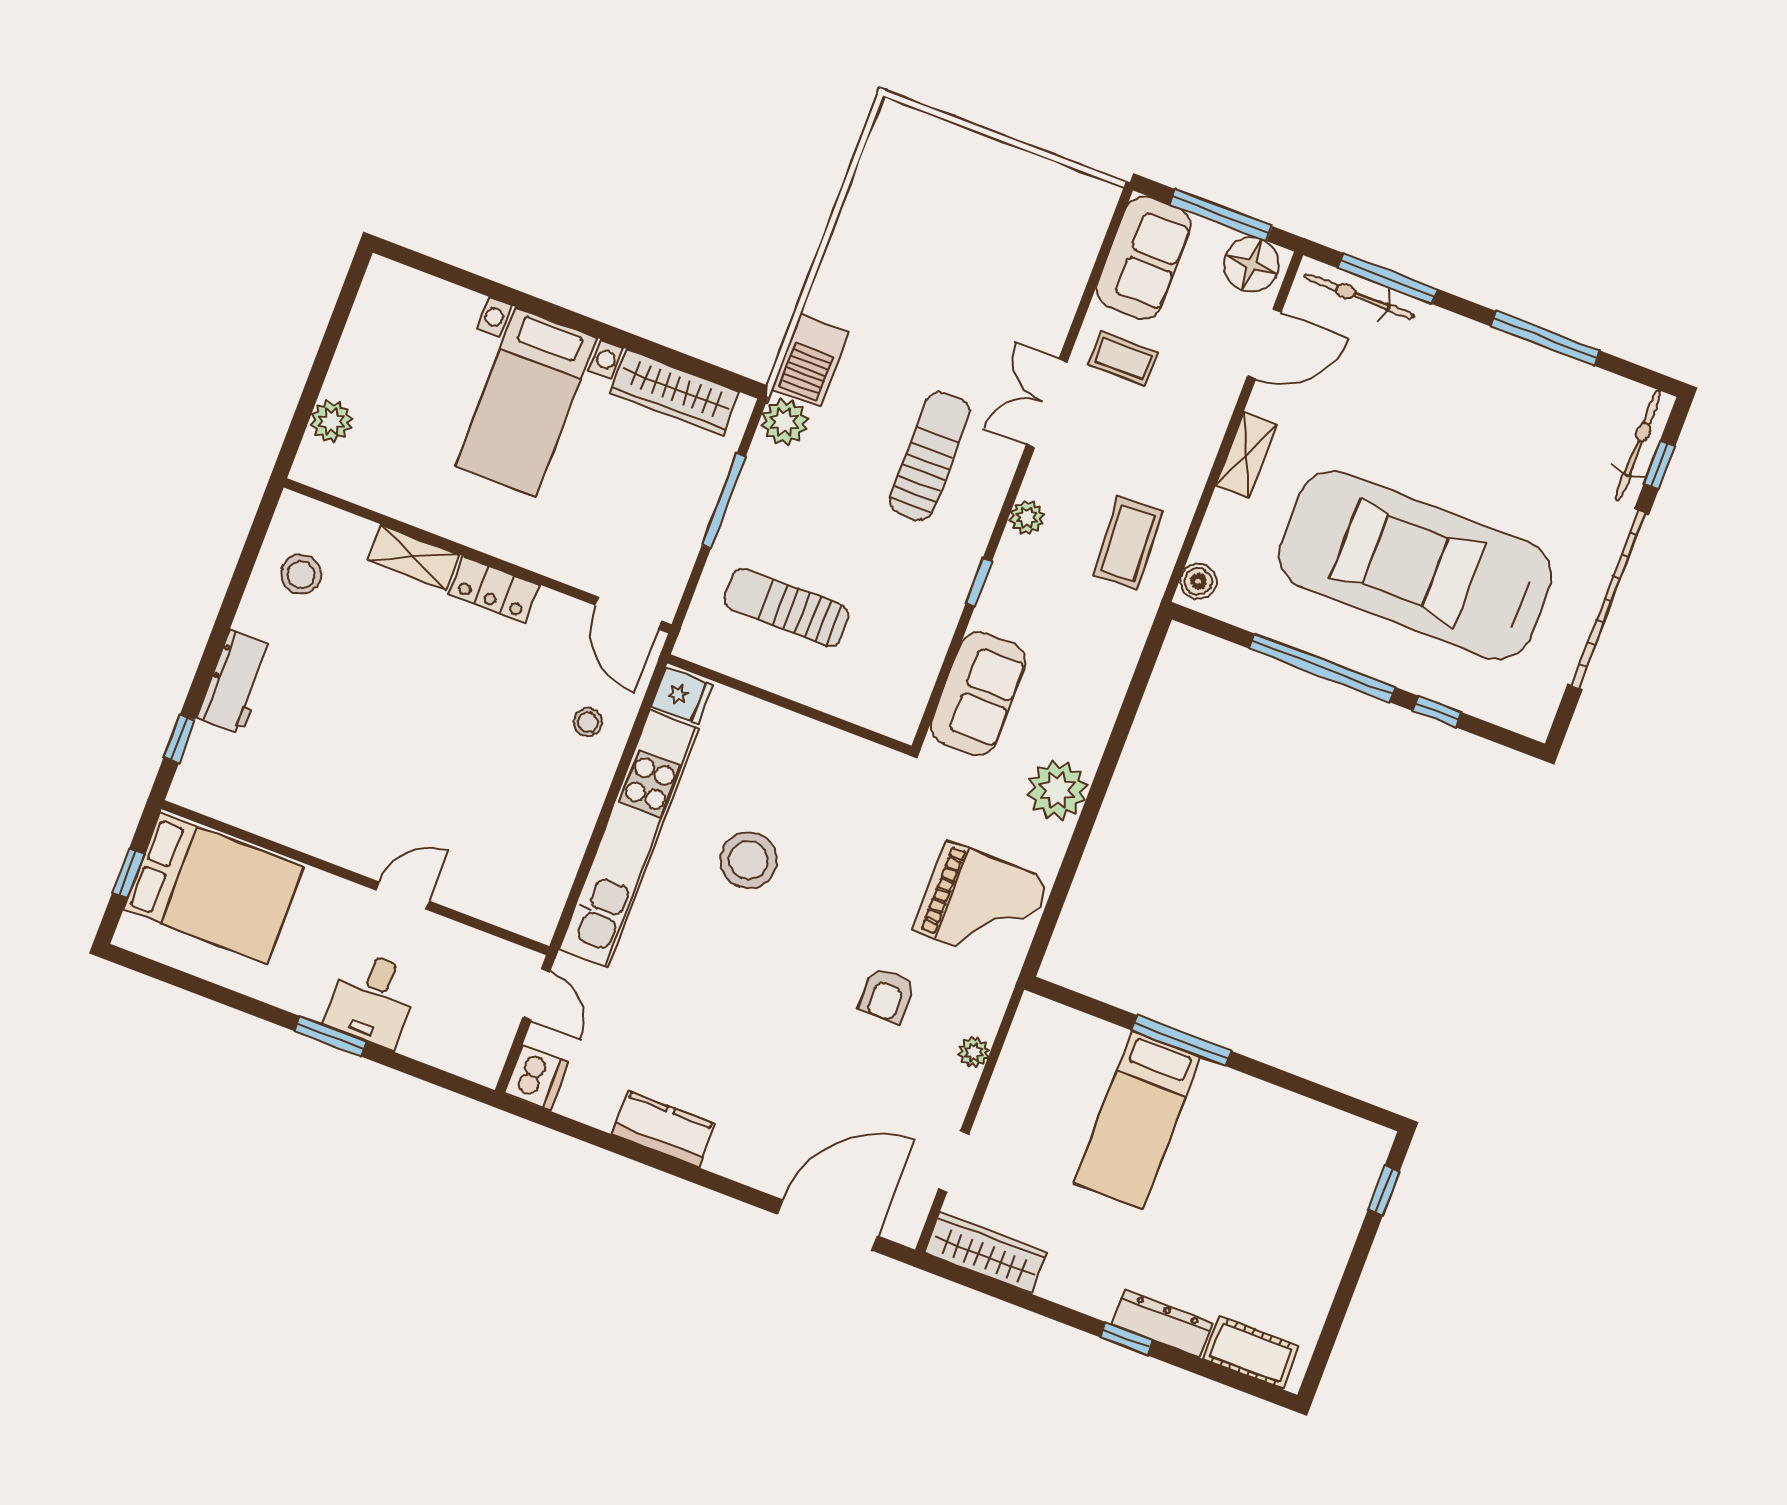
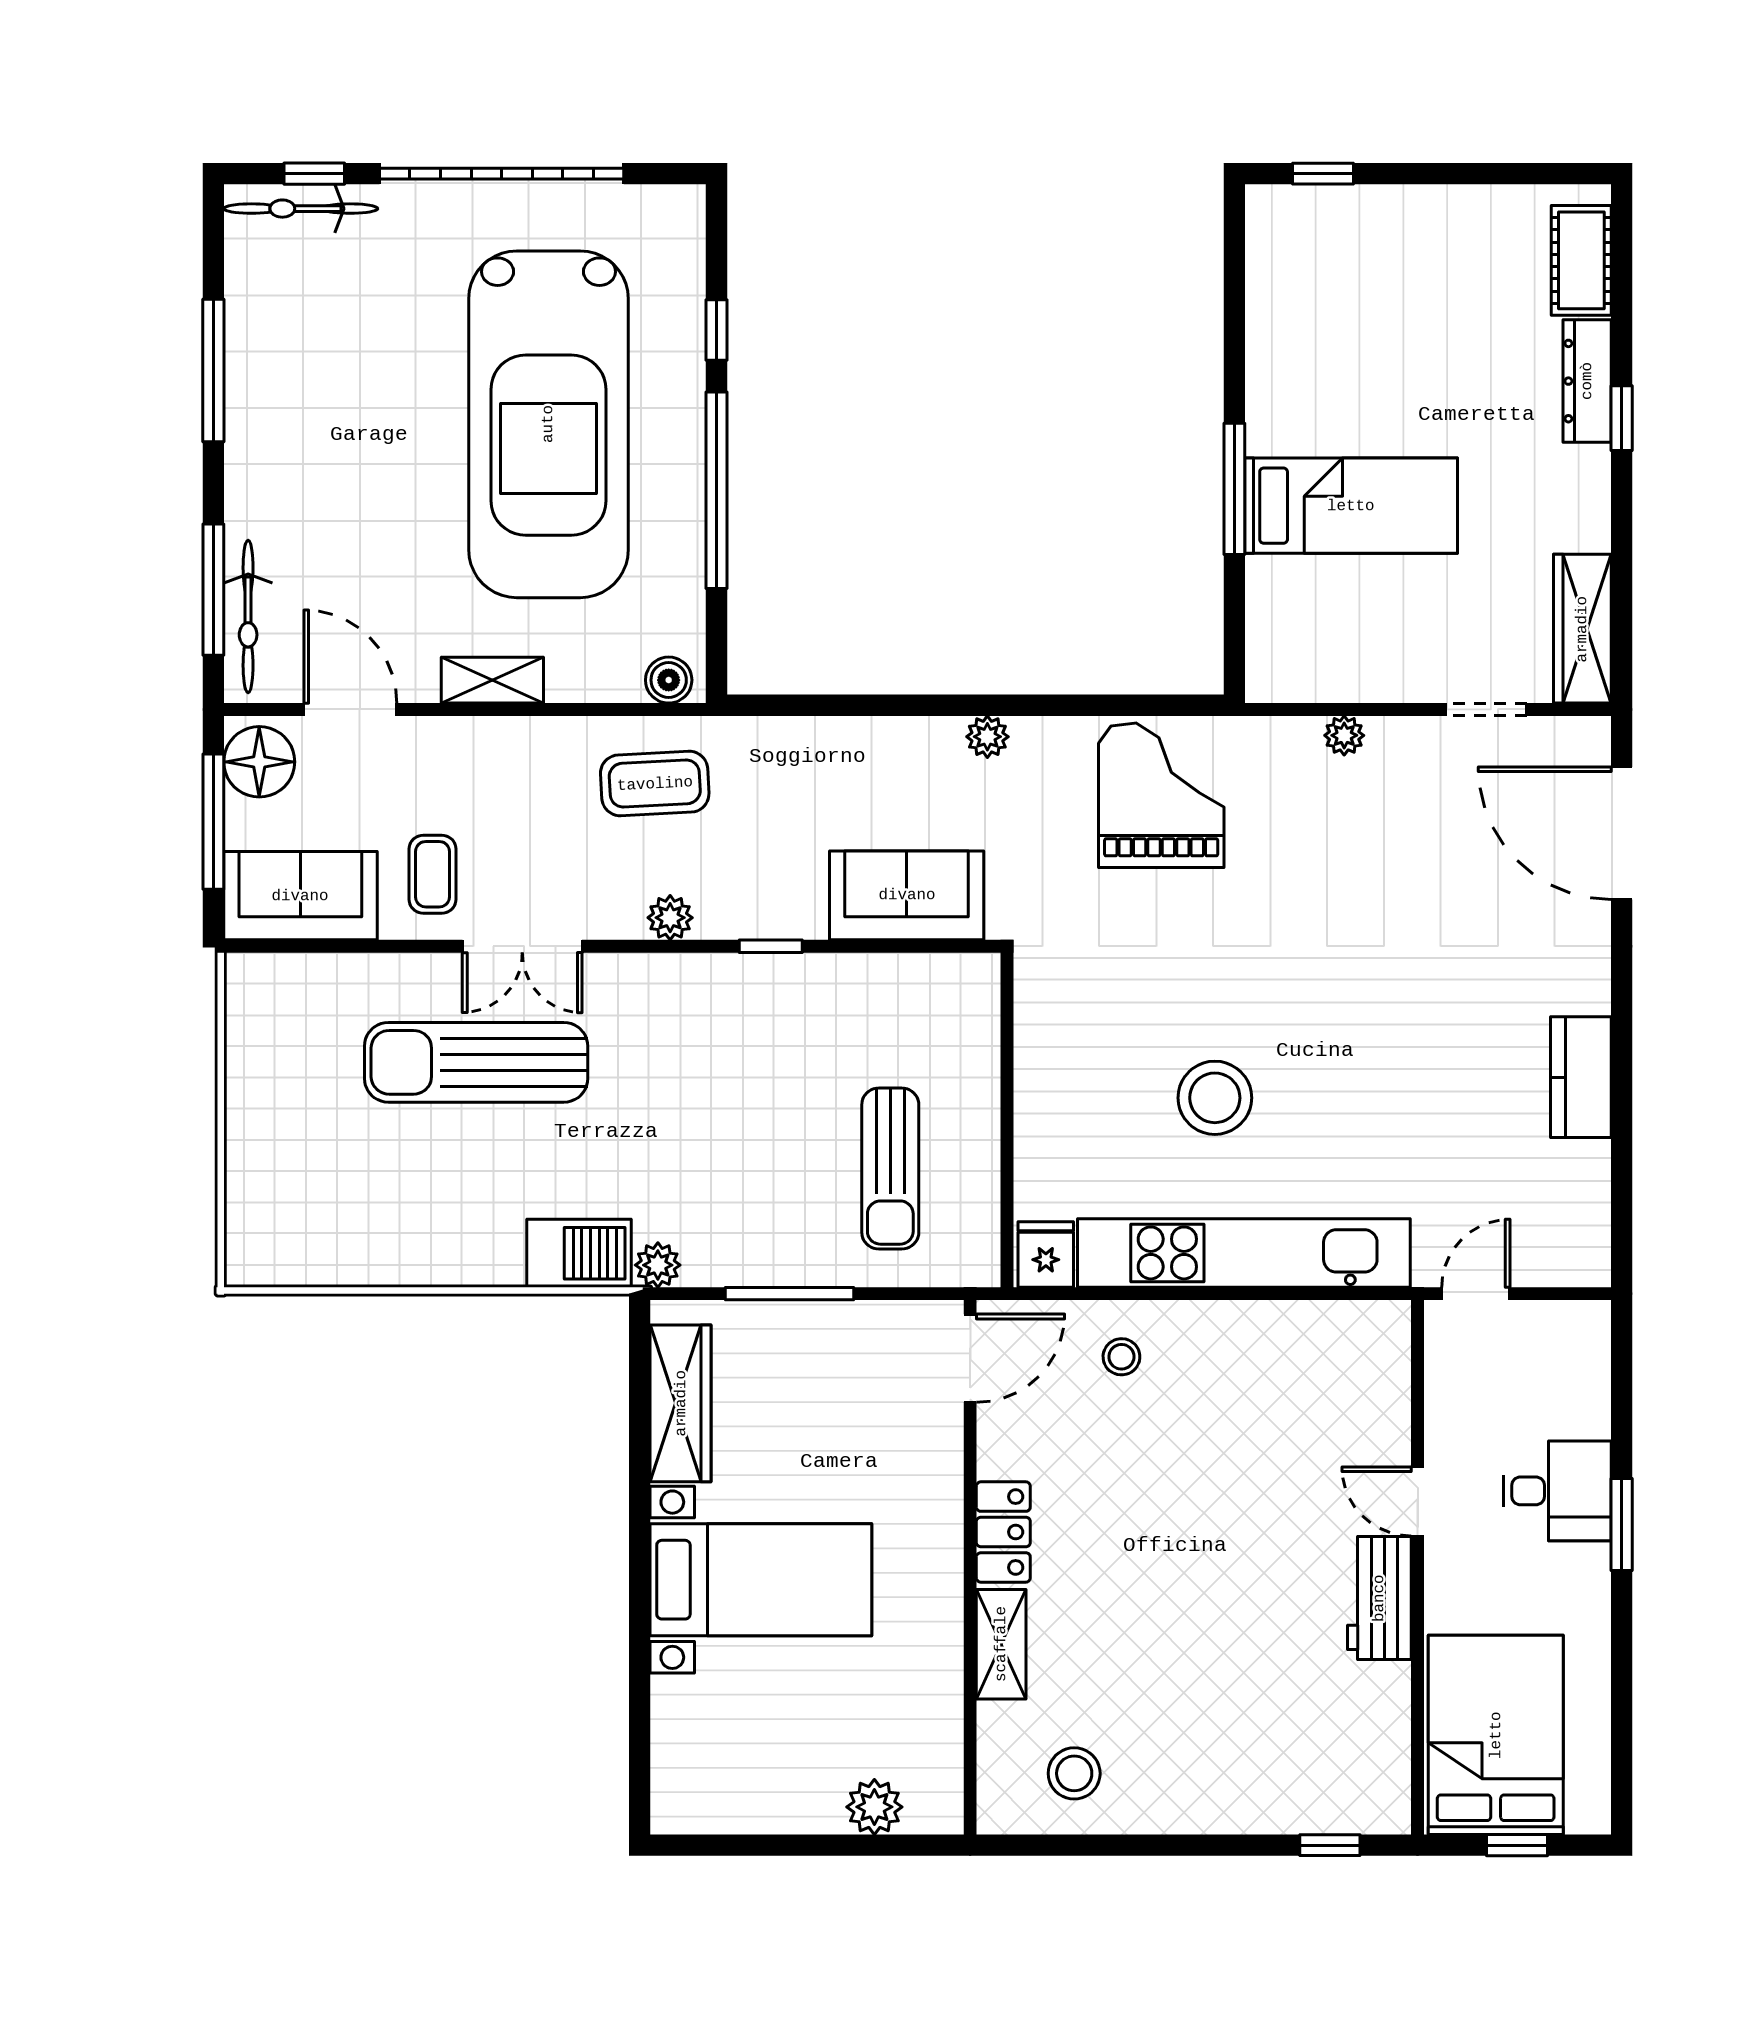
plant: (784, 422) -> (658, 1265), width x0.73, depth x0.73
sun lounger: (930, 456) -> (476, 1062), moved, width x1.36, depth x1.34
workbench: (236, 682) -> (1379, 1598), moved, turned -90
plant: (1057, 790) -> (987, 737), width x0.53, depth x0.53
armchair: (887, 995) -> (1315, 867), removed
dishwasher: (536, 1078) -> (1577, 1255), removed

